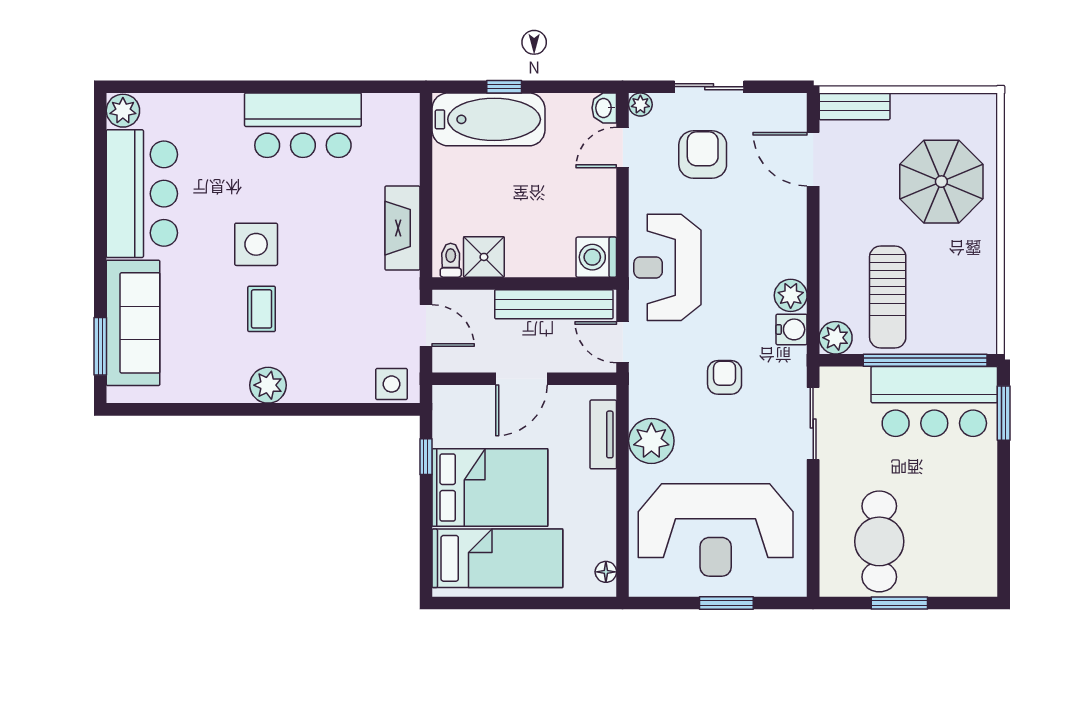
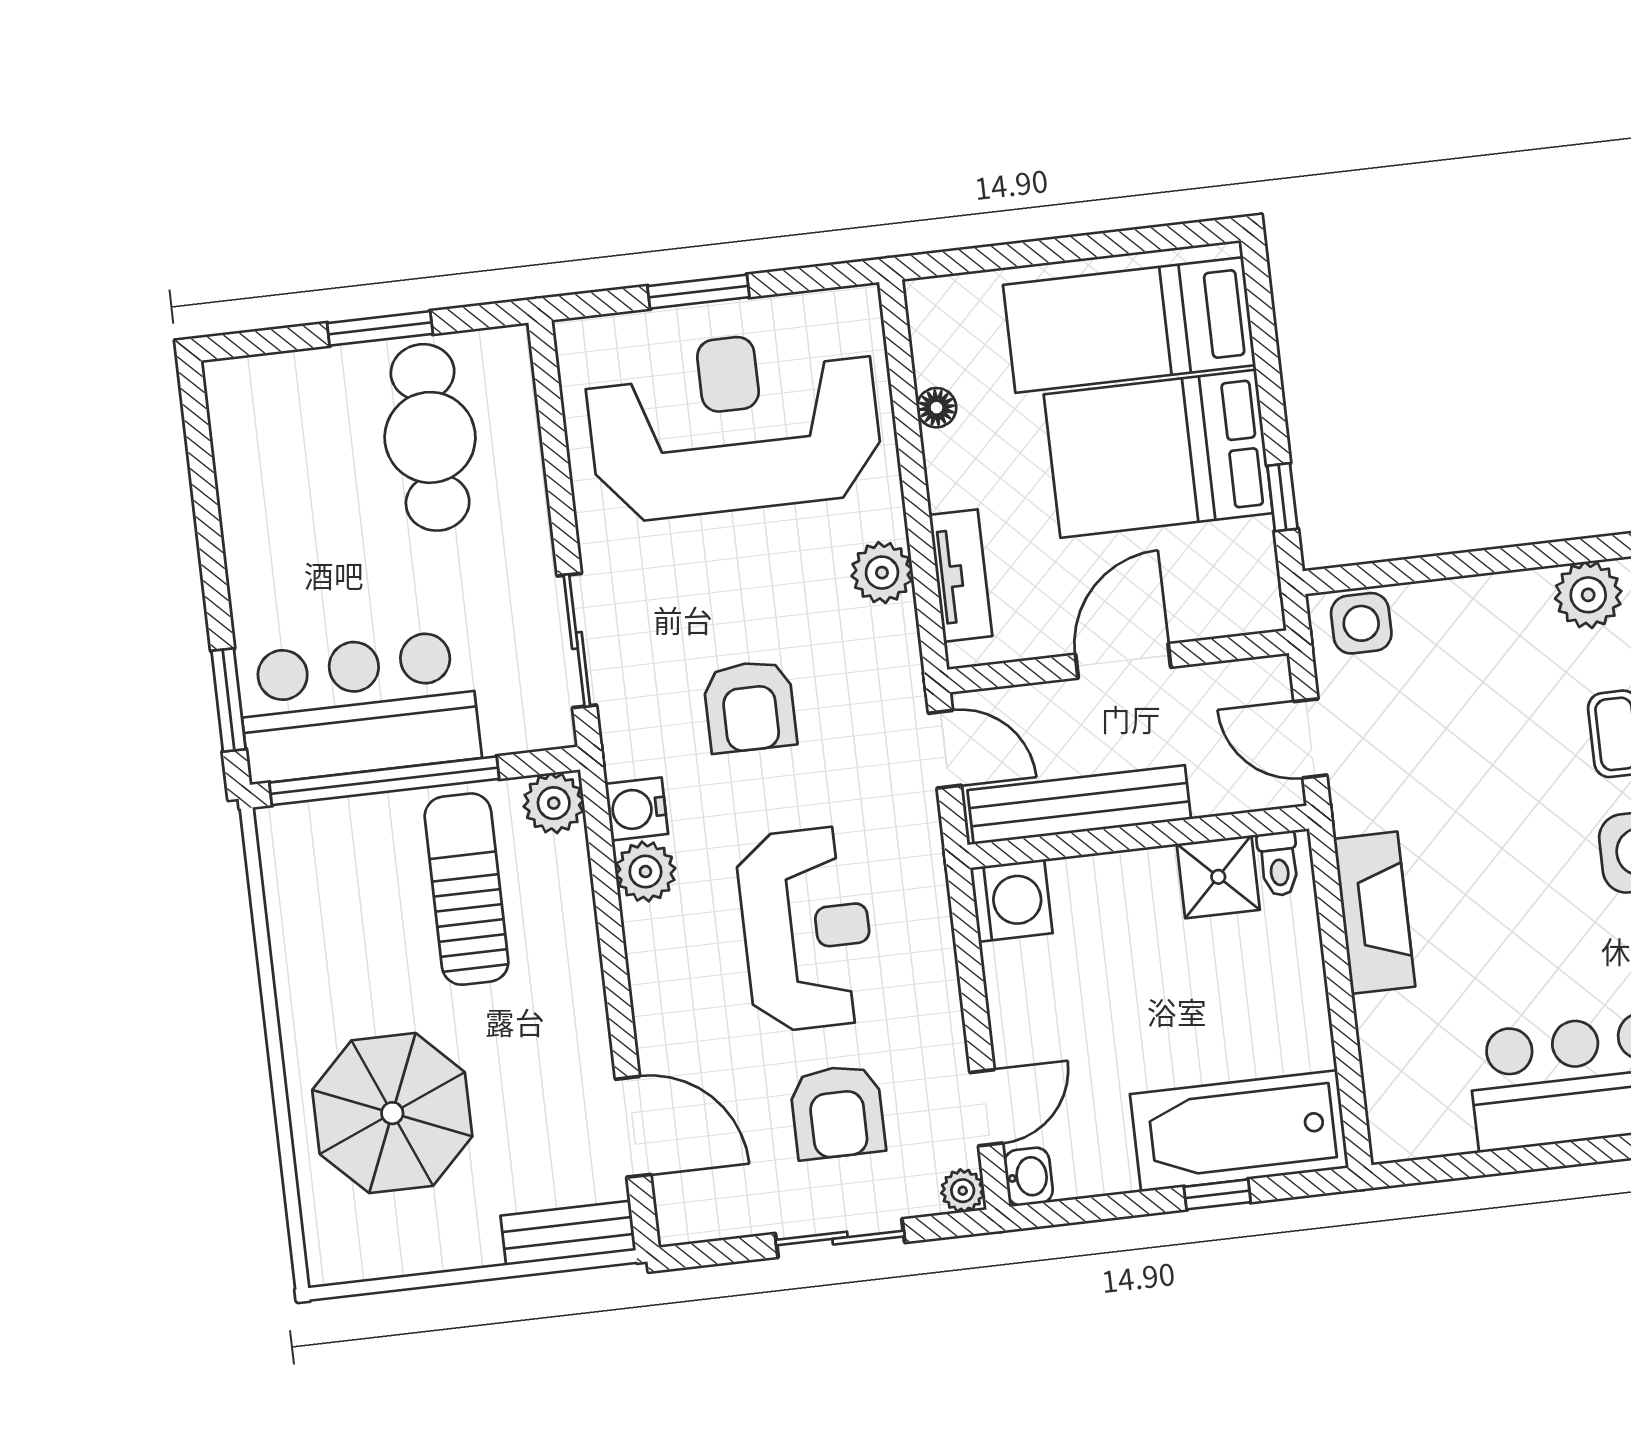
reception desk: (667, 267) -> (806, 929), moved
armchair: (725, 377) -> (750, 706), width x1.38, depth x1.38
plant: (651, 441) -> (882, 573), width x0.73, depth x0.73
floor lamp: (606, 572) -> (937, 408), moved

